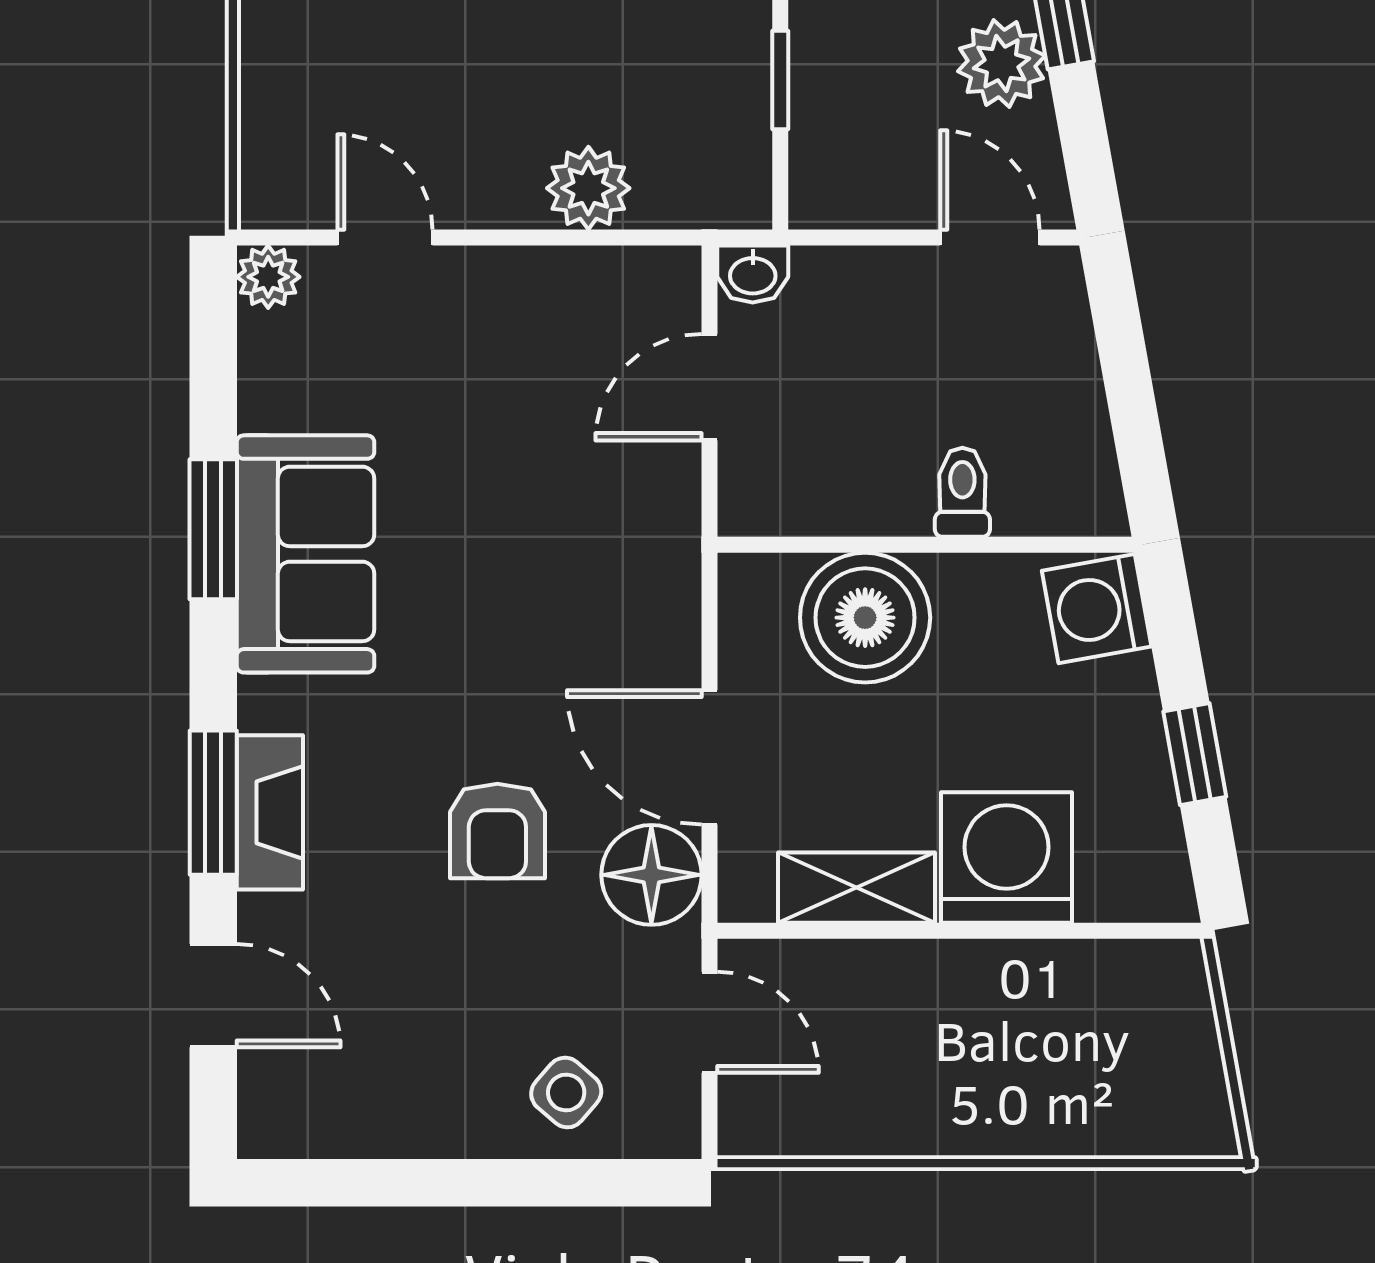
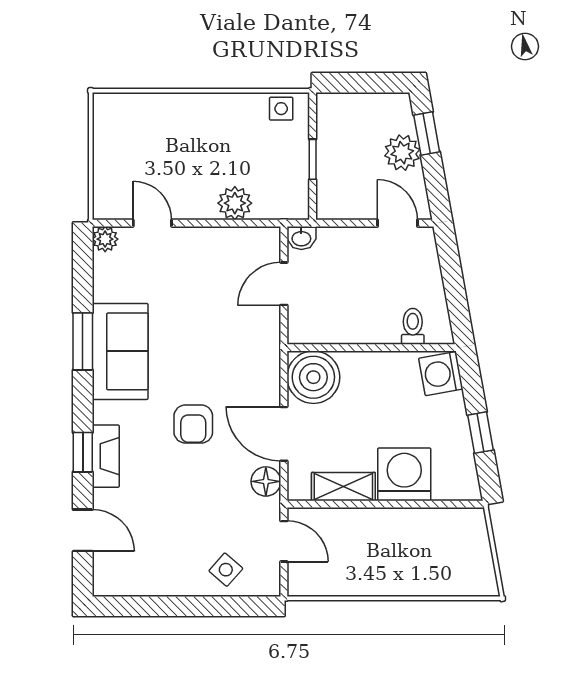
toilet: (962, 492) -> (413, 326), moved
boiler: (865, 618) -> (313, 377), moved
window: (213, 803) -> (83, 452), width x0.67
armchair: (497, 831) -> (193, 424), moved
floor lamp: (651, 875) -> (266, 481), width x0.73, depth x0.73

